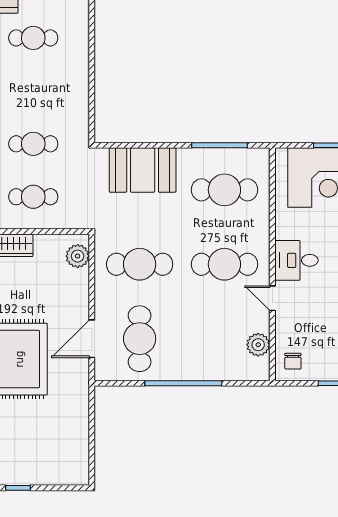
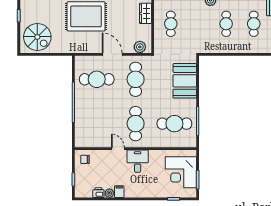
cafe table: (33, 144) -> (226, 24), moved
cafe table: (224, 190) -> (174, 124), turned 90
door: (272, 298) -> (118, 149), hinge flipped
door: (92, 339) -> (112, 54), moved
plant: (258, 345) -> (94, 141), removed
spiral stairs: (59, 452) -> (37, 37), added

